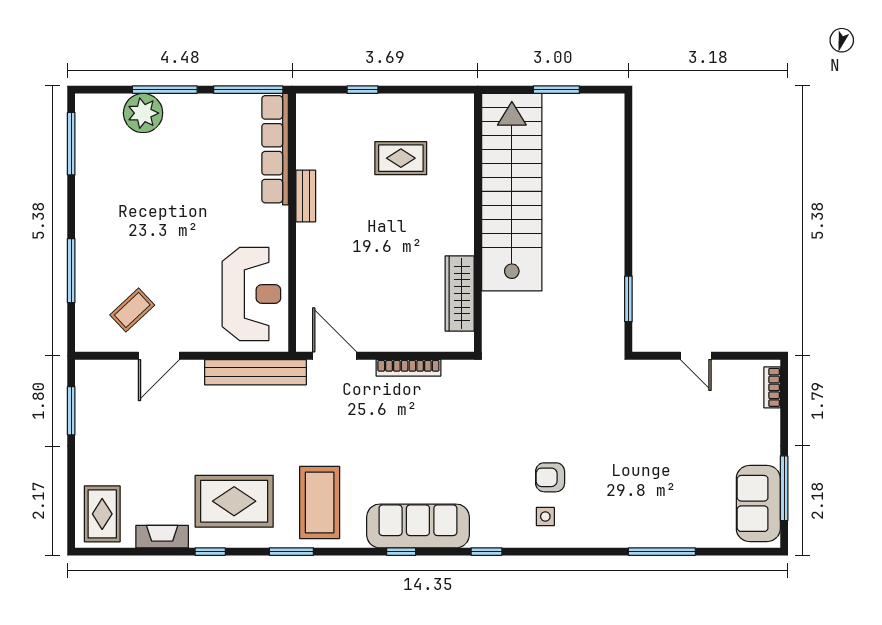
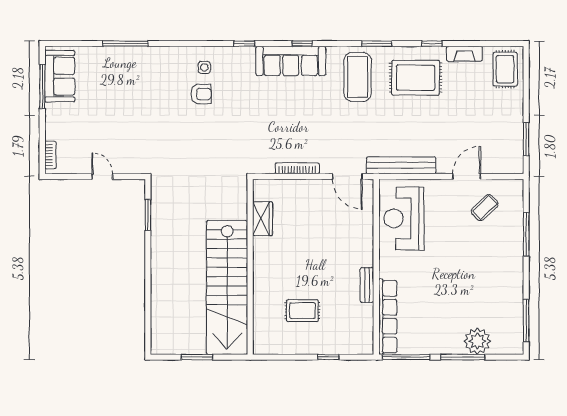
wardrobe: (460, 294) -> (263, 219), width x0.67

